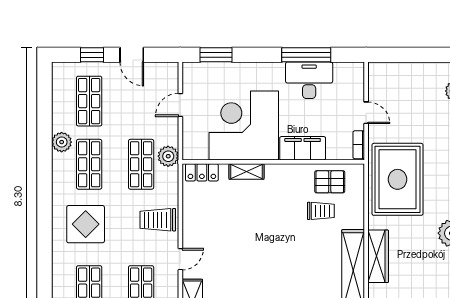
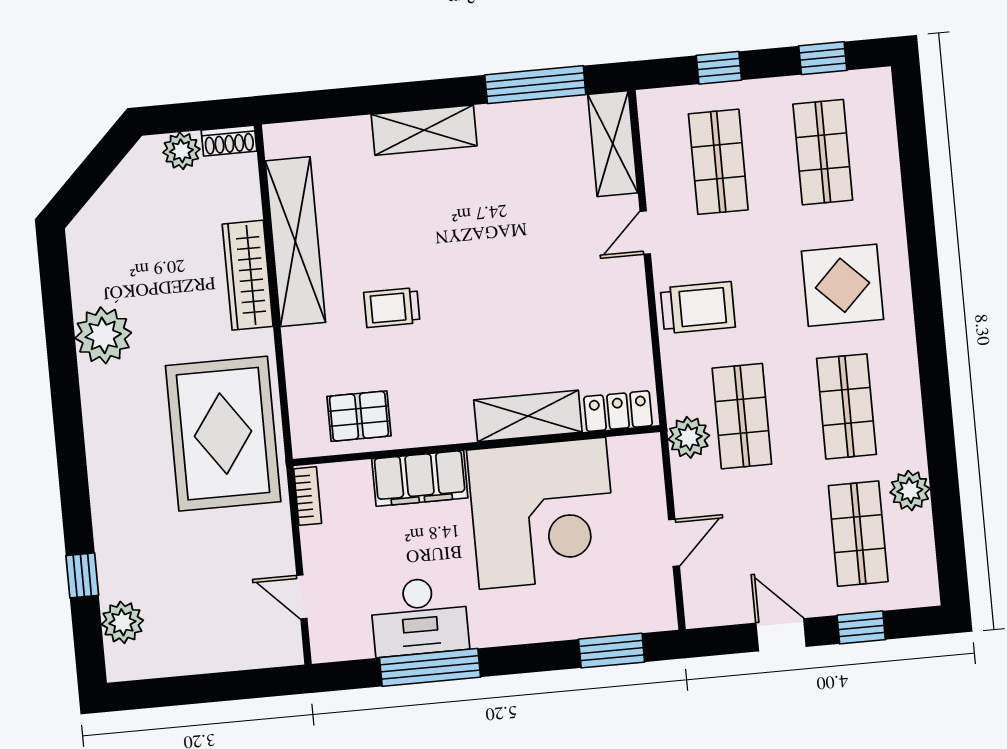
door: (366, 113) -> (302, 597), moved
plant: (62, 142) -> (910, 491), moved
shelving: (246, 171) -> (528, 416), width x1.50, depth x1.33
trolley: (321, 211) -> (392, 308), moved

